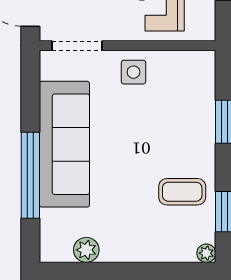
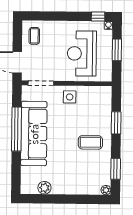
window: (30, 175) -> (16, 129), moved
coffee table: (182, 192) -> (90, 142), moved

